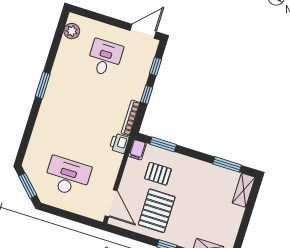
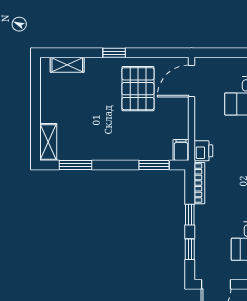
pallet: (158, 174) -> (150, 130), removed
door: (111, 203) -> (192, 81), hinge flipped

